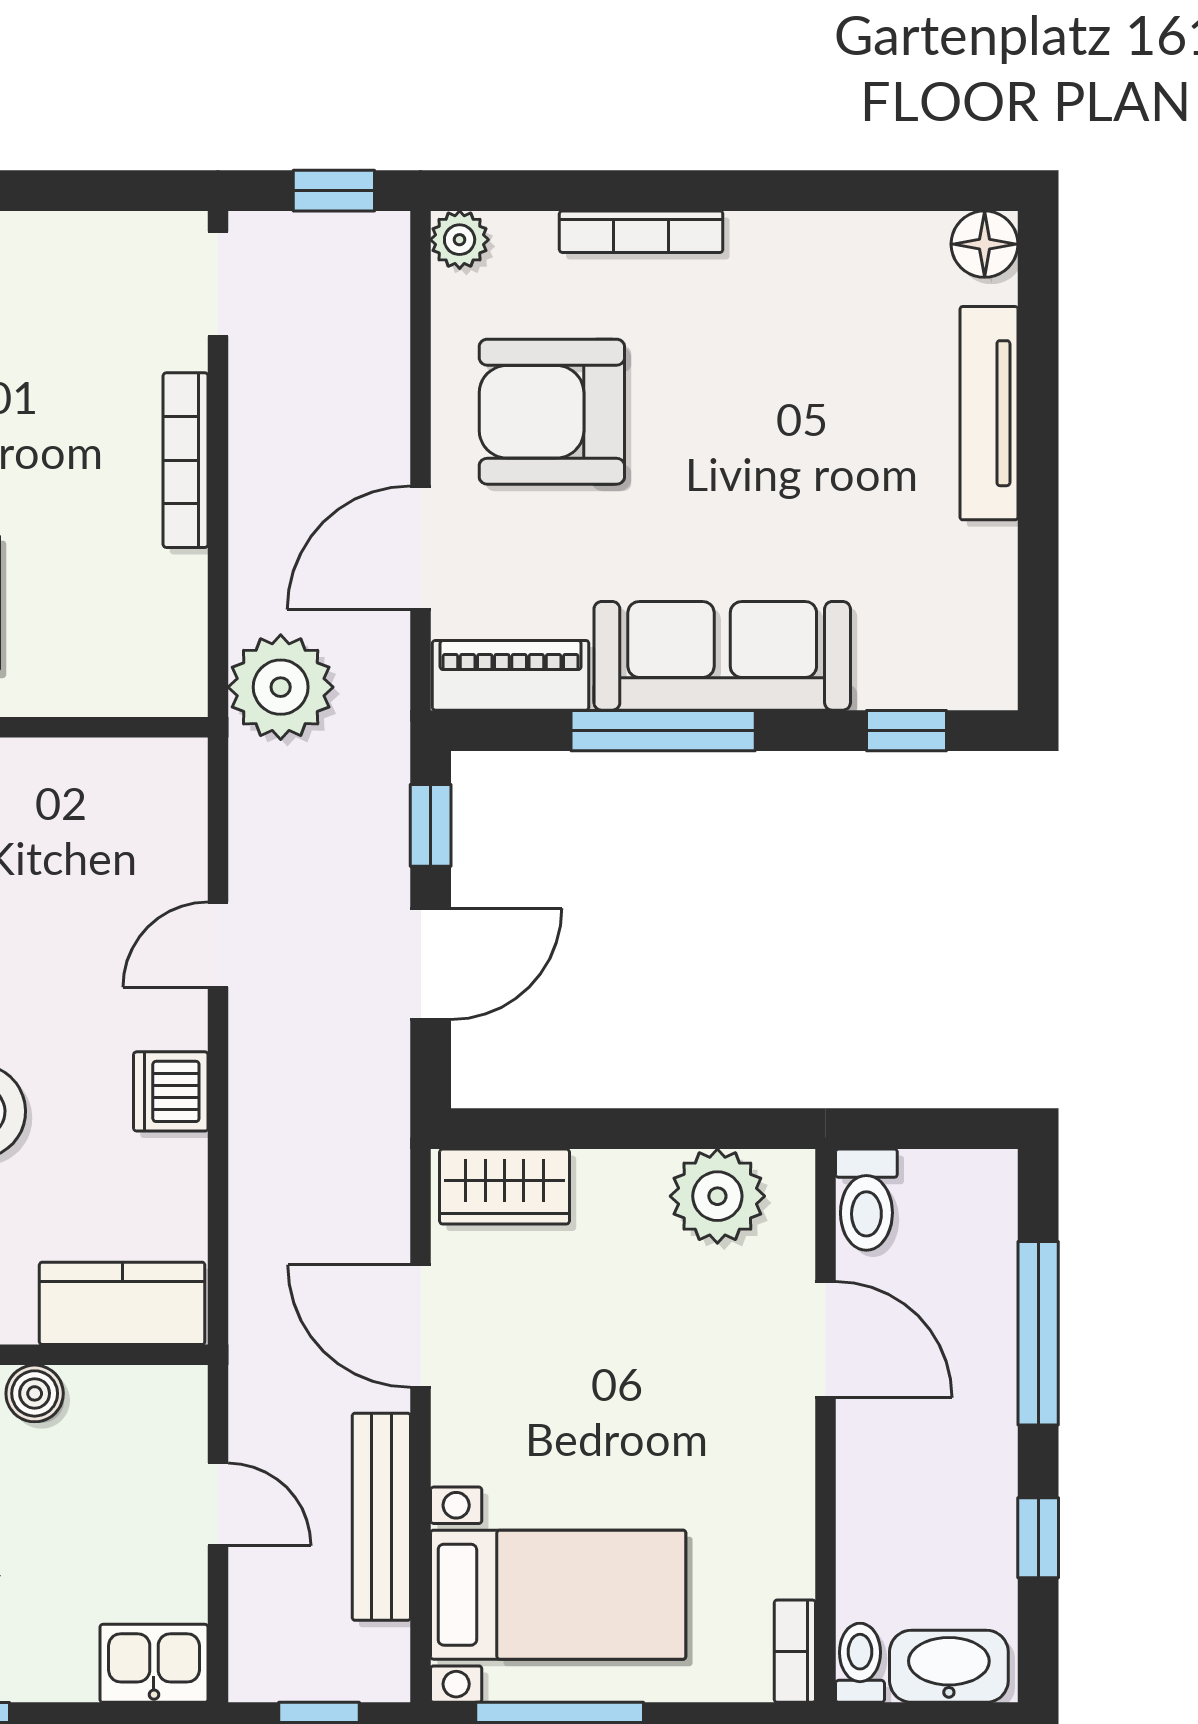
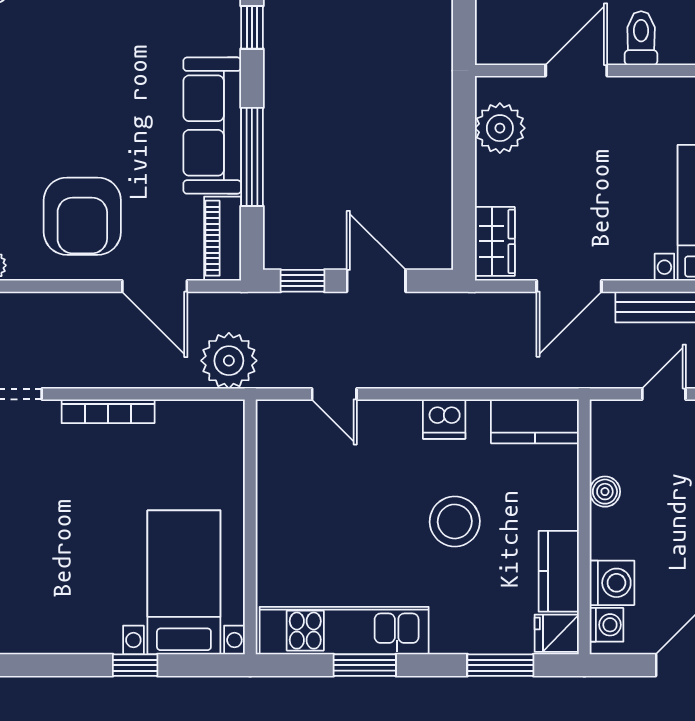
door: (218, 945) -> (334, 394), moved
toilet: (866, 1200) -> (641, 38), moved, turned -90
kitchen counter: (122, 1303) -> (535, 421), moved, turned -90

